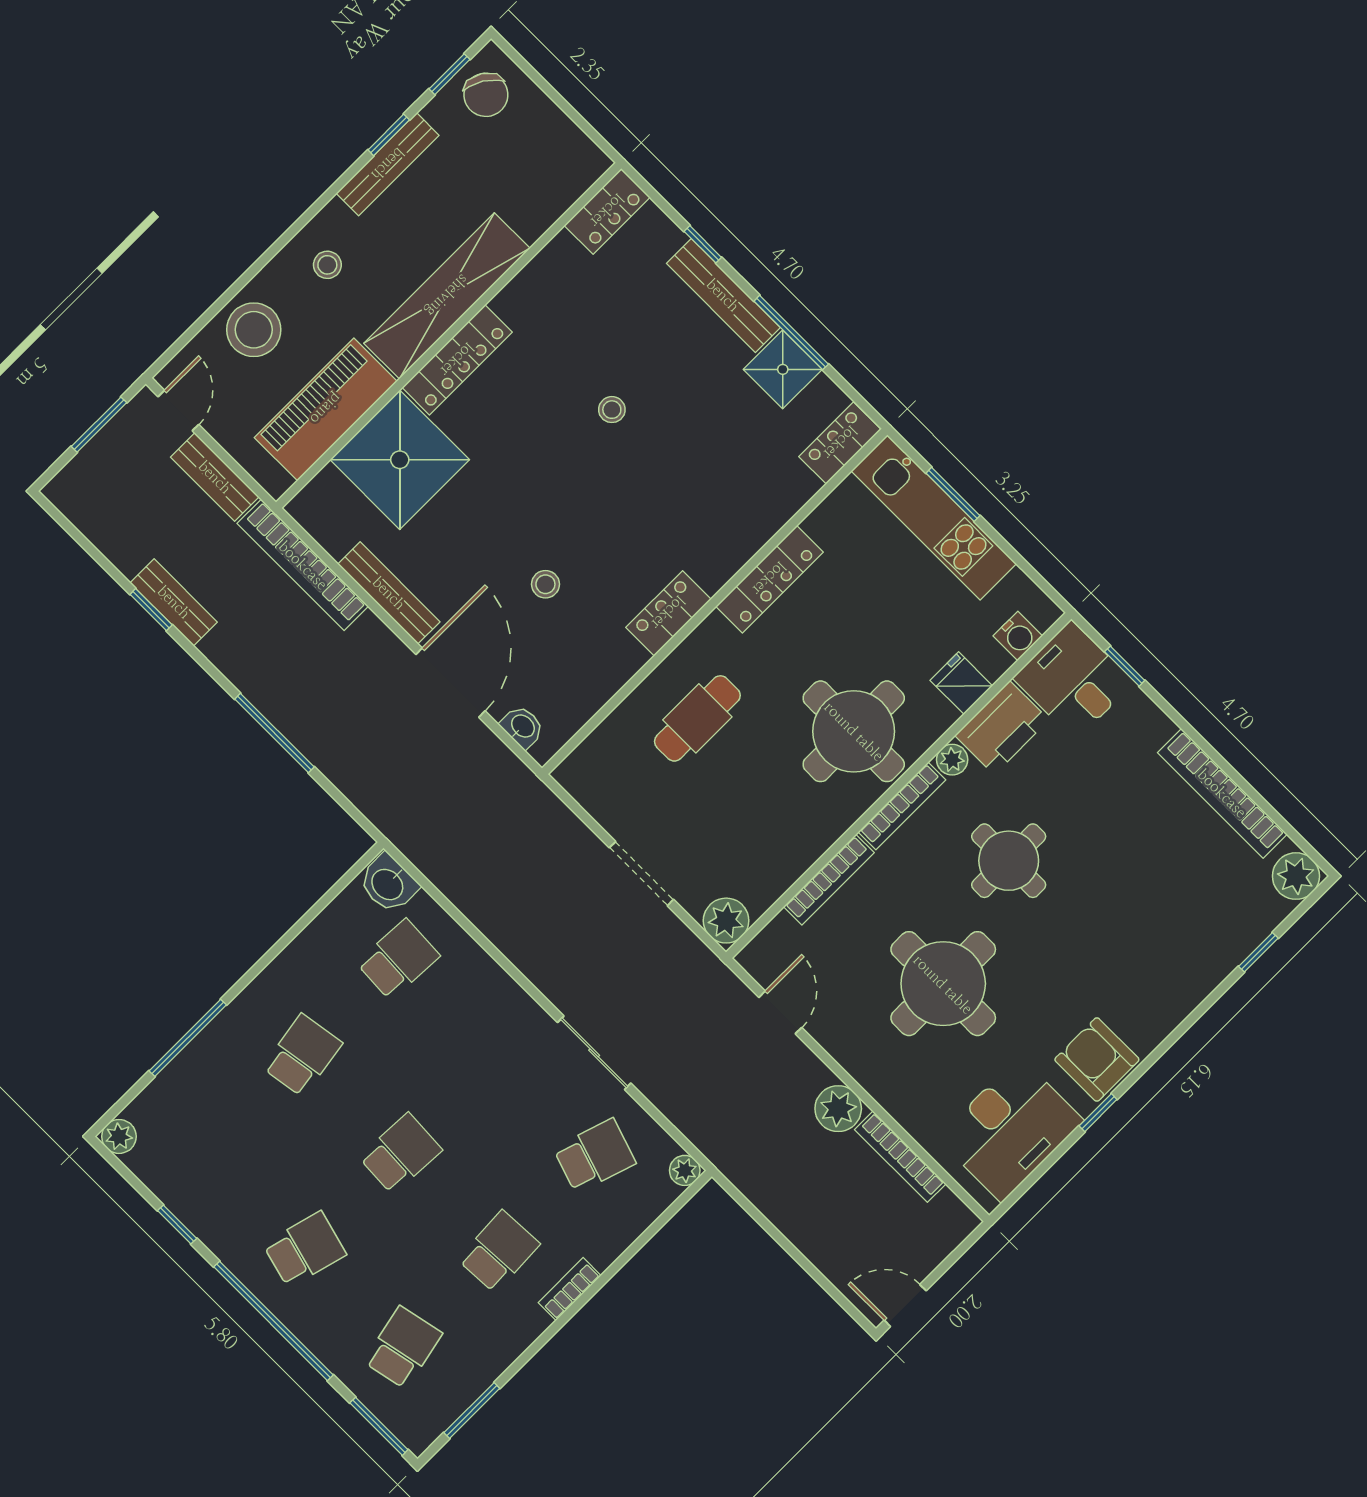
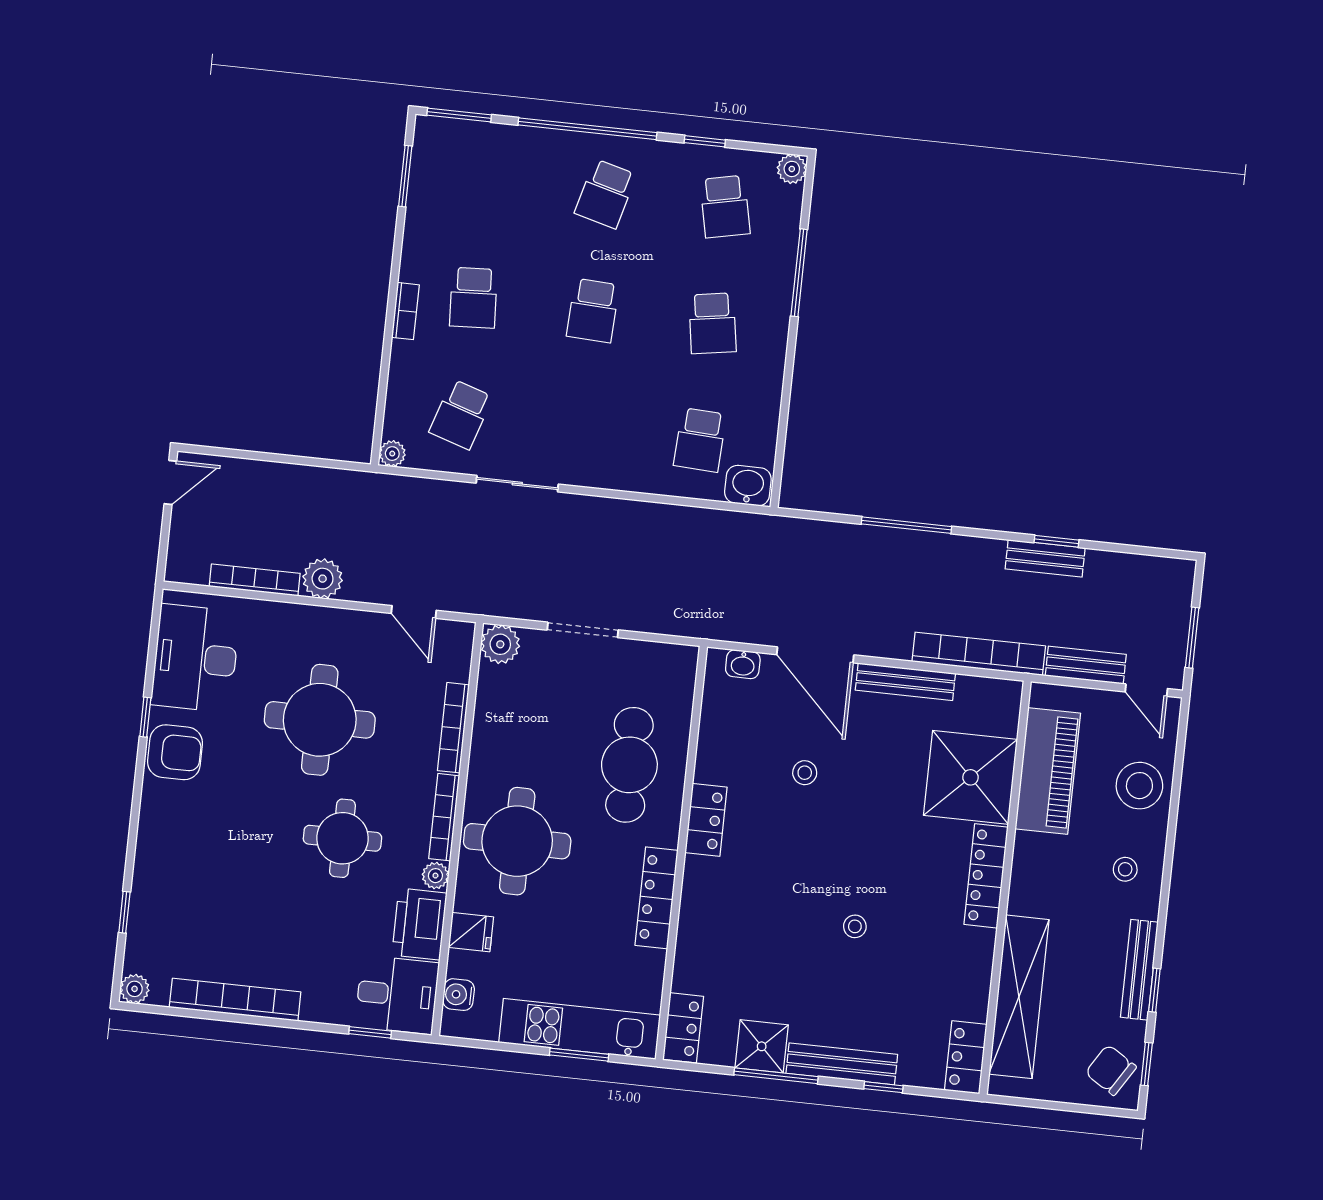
shelving: (447, 296) -> (1019, 997), moved
cafe table: (697, 718) -> (629, 765), width x1.37, depth x1.35
plant: (1296, 876) -> (135, 989), width x0.73, depth x0.73
school desk: (403, 1348) -> (725, 207), moved

